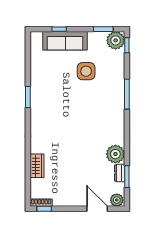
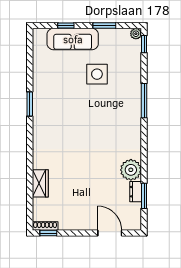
window: (103, 29) -> (104, 25), moved
plant: (116, 40) -> (136, 34), width x0.53, depth x0.53
plant: (117, 200) -> (132, 223), removed

